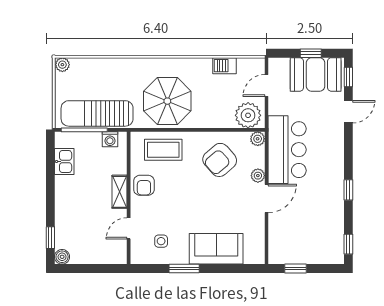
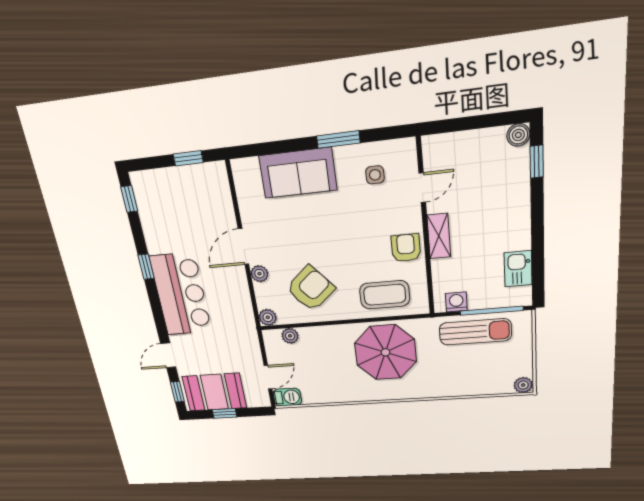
barbecue: (225, 66) -> (287, 397), moved
sun lounger: (97, 113) -> (475, 332), width x0.73, depth x0.75
plant: (248, 115) -> (290, 336), width x0.53, depth x0.53
bar counter: (287, 150) -> (181, 294), moved, turned 180

